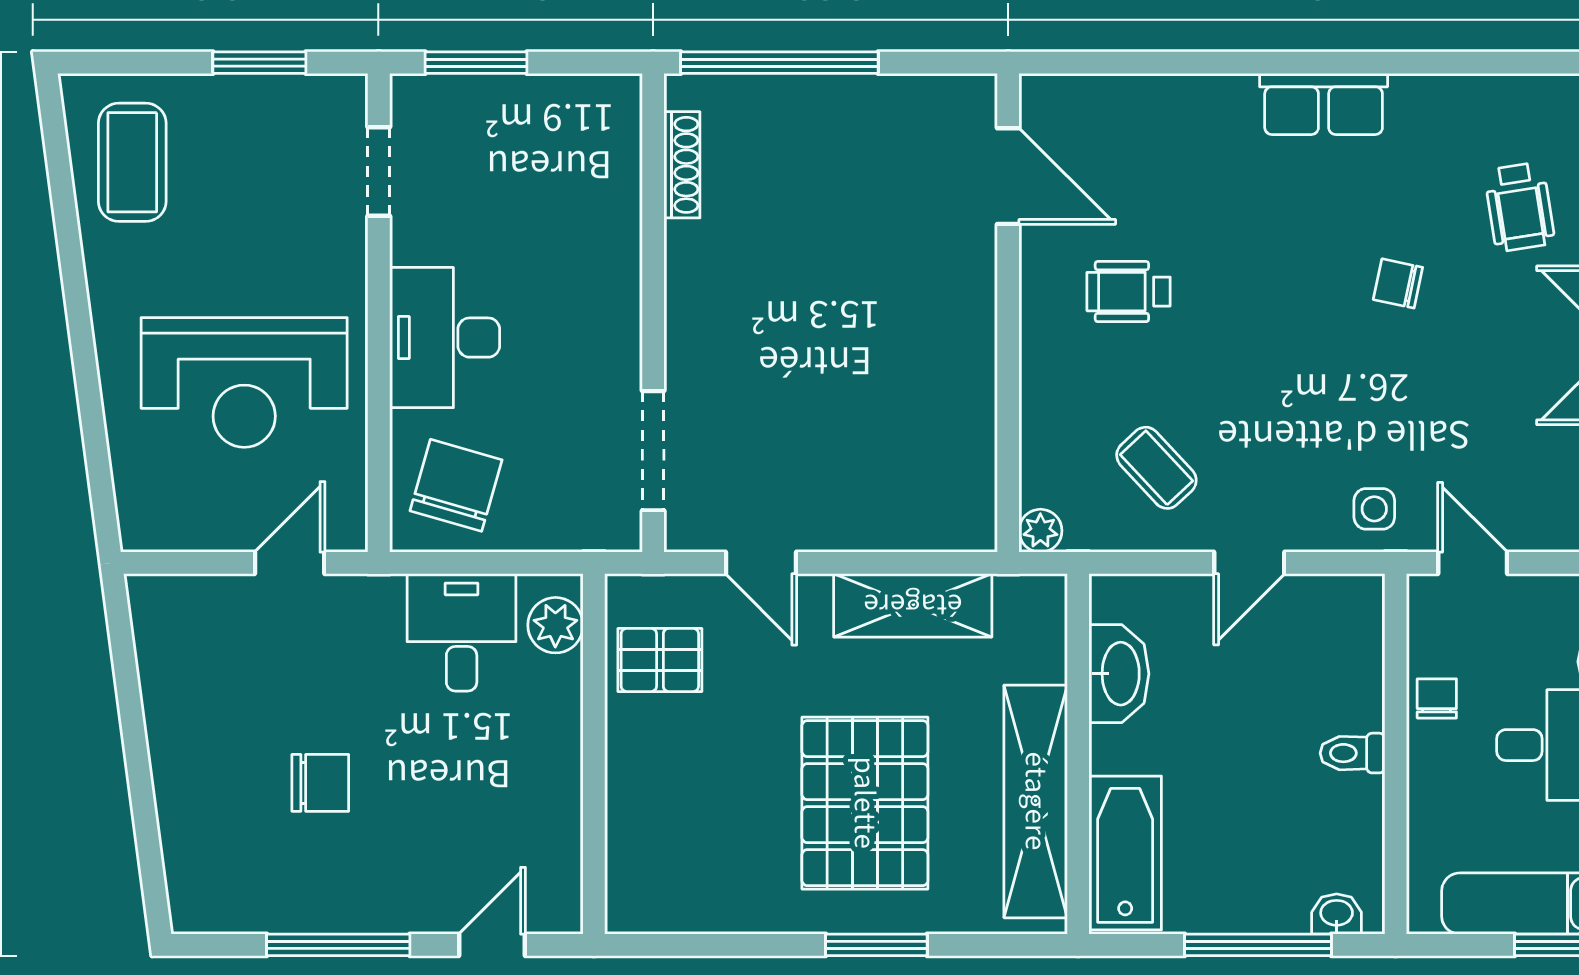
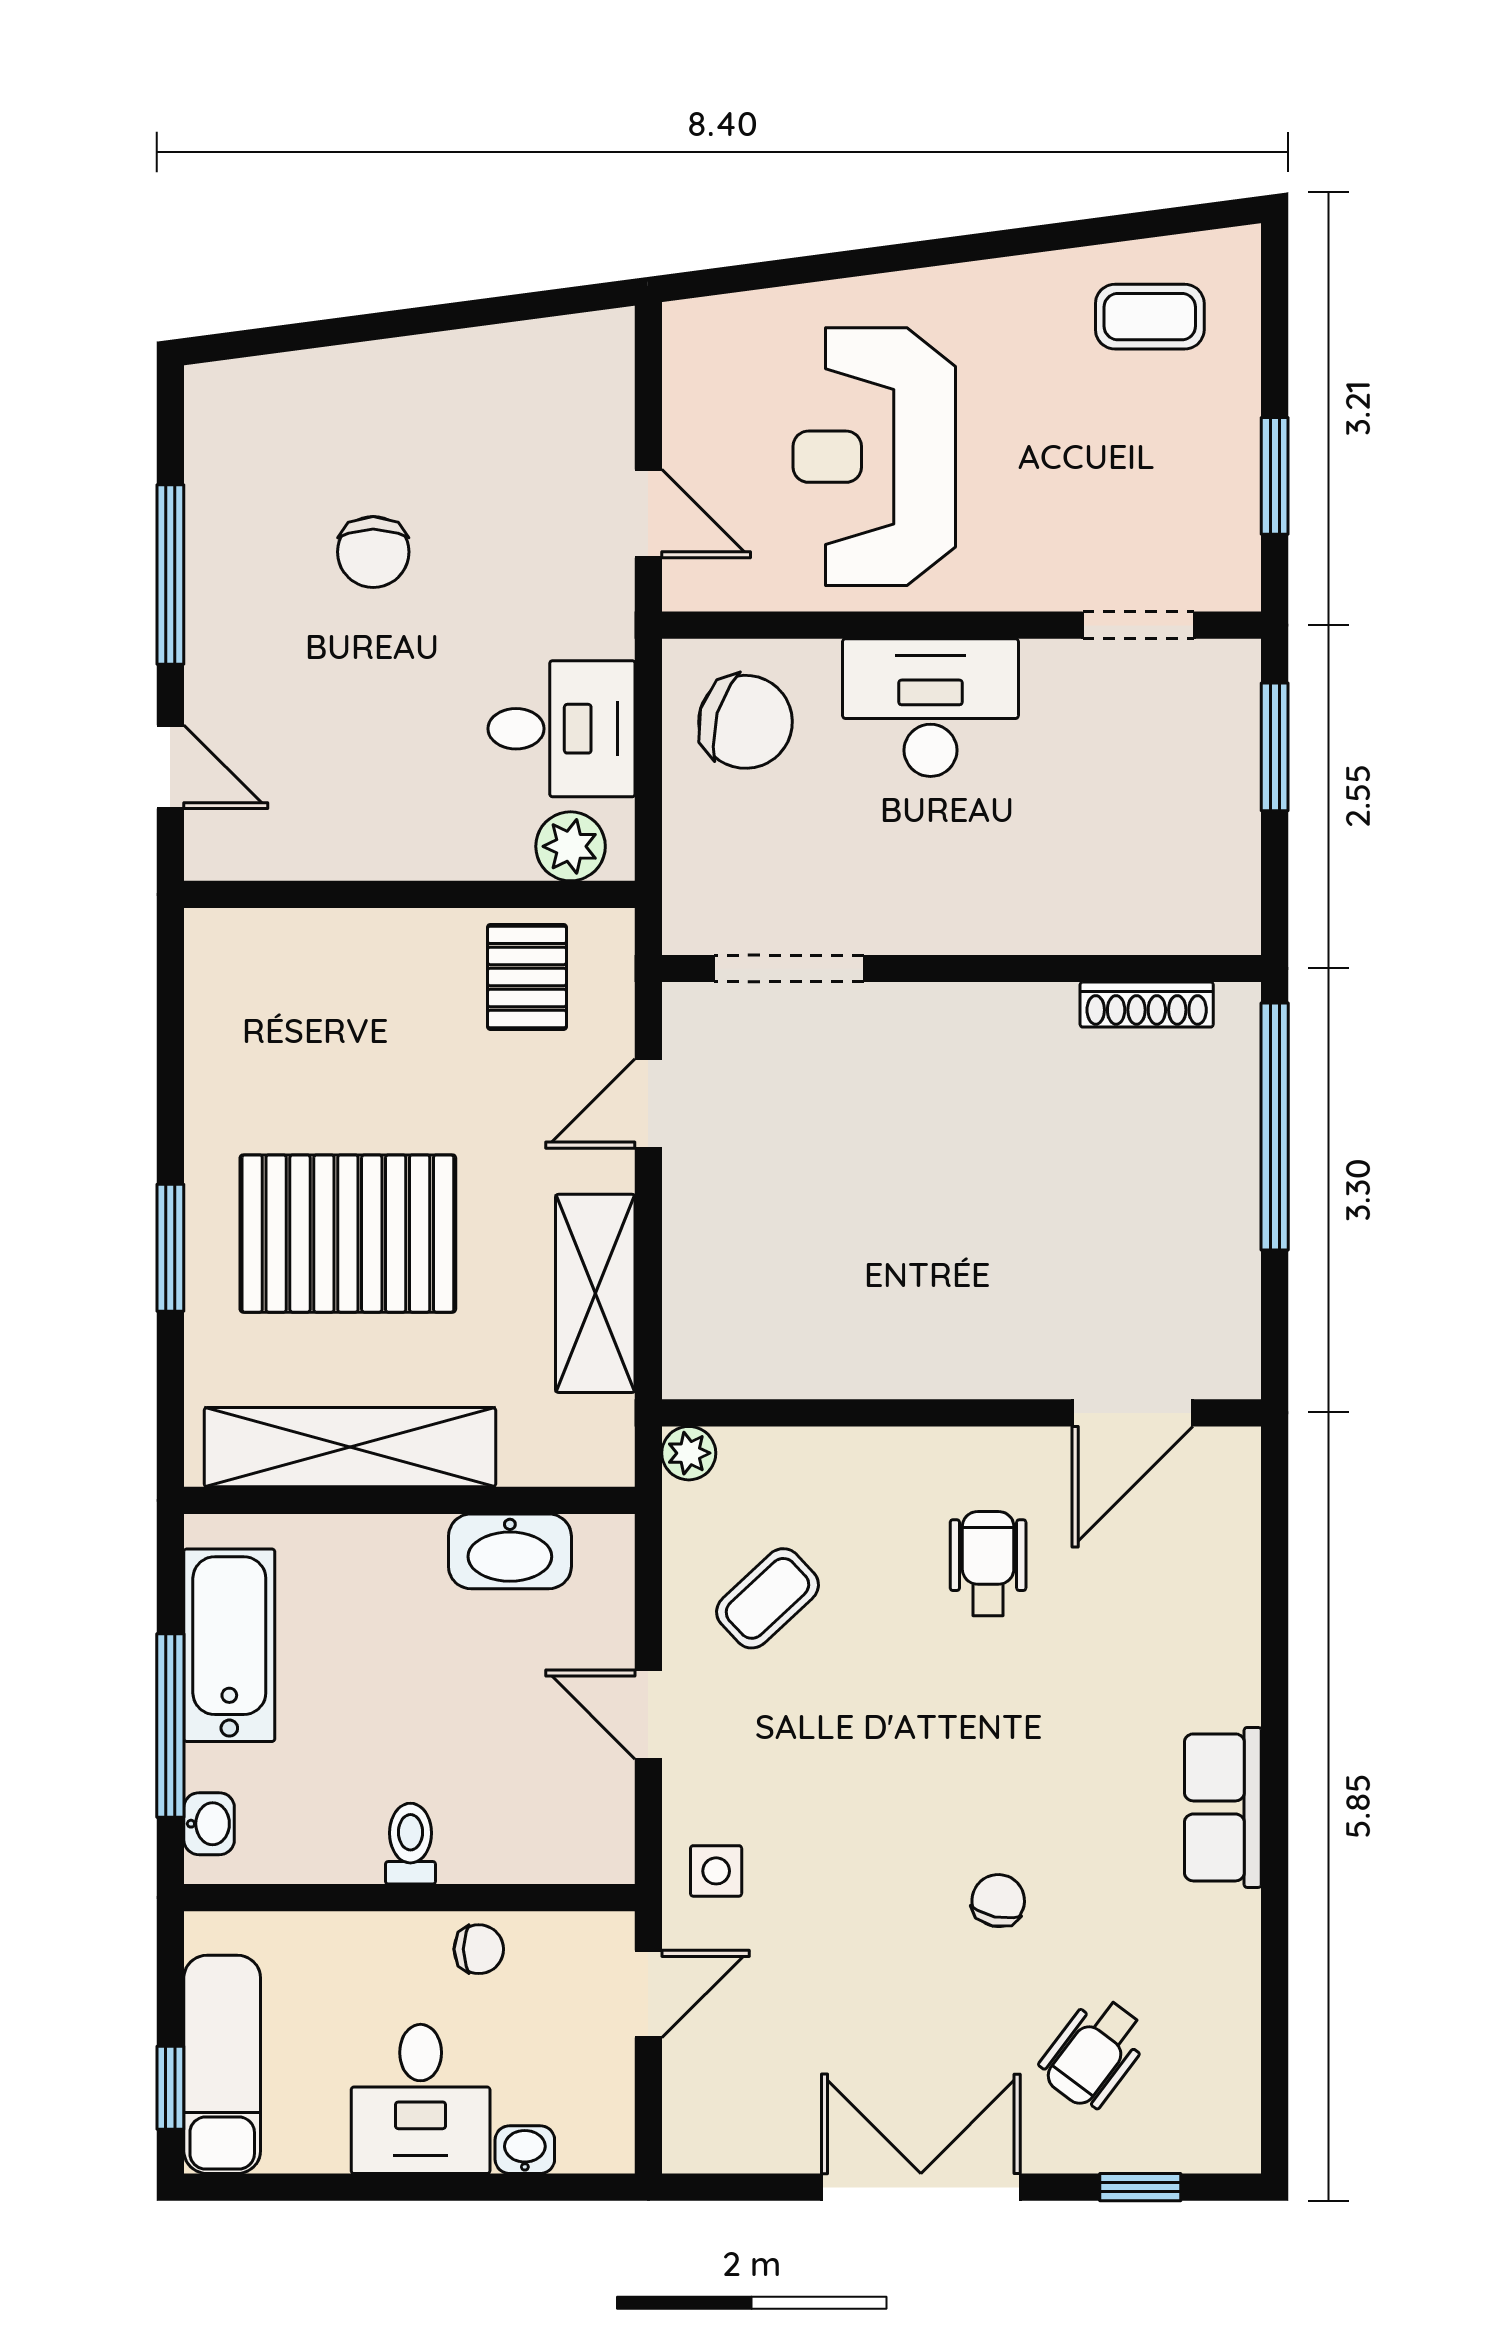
coffee table: (132, 162) -> (1150, 317), width x0.73, depth x0.77
wheelchair: (1519, 207) -> (1094, 2053), turned -44
bathtub: (1125, 853) -> (229, 1645), moved, turned -90

